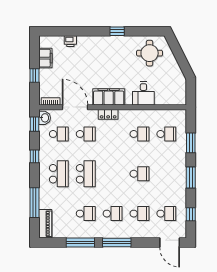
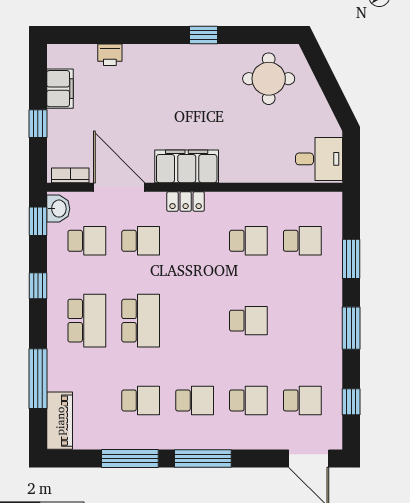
desk: (143, 93) -> (319, 159), moved, turned -90

